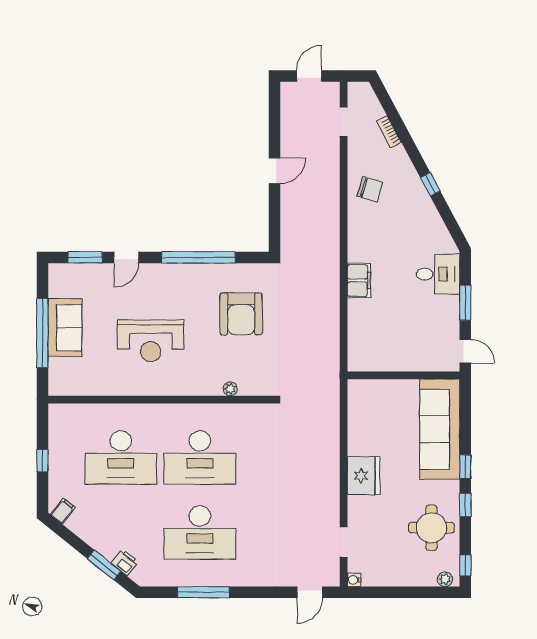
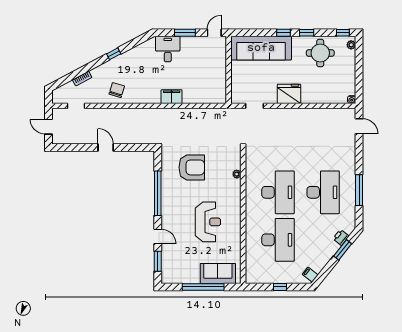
sofa: (65, 328) -> (218, 273), moved
doorway: (344, 542) -> (255, 106), moved

